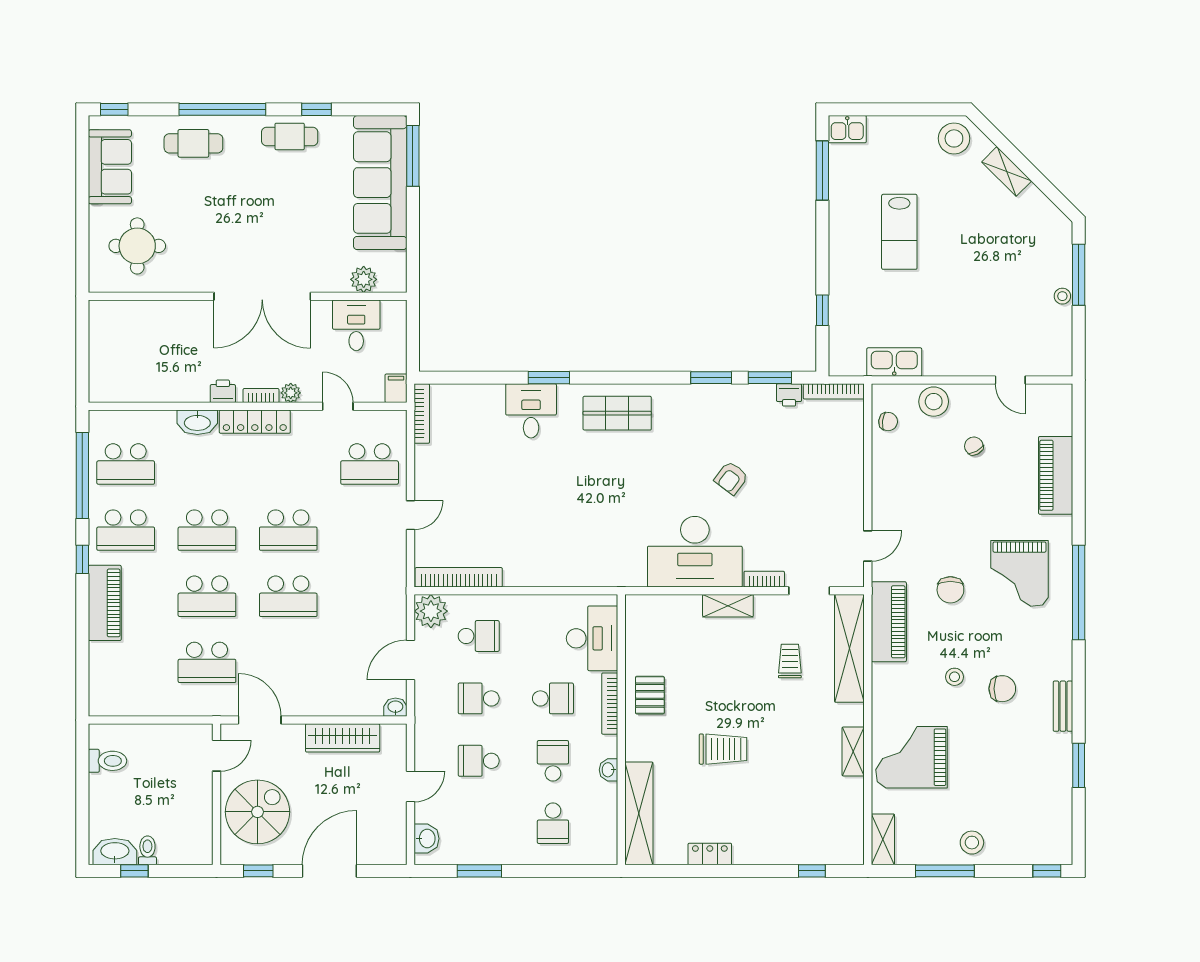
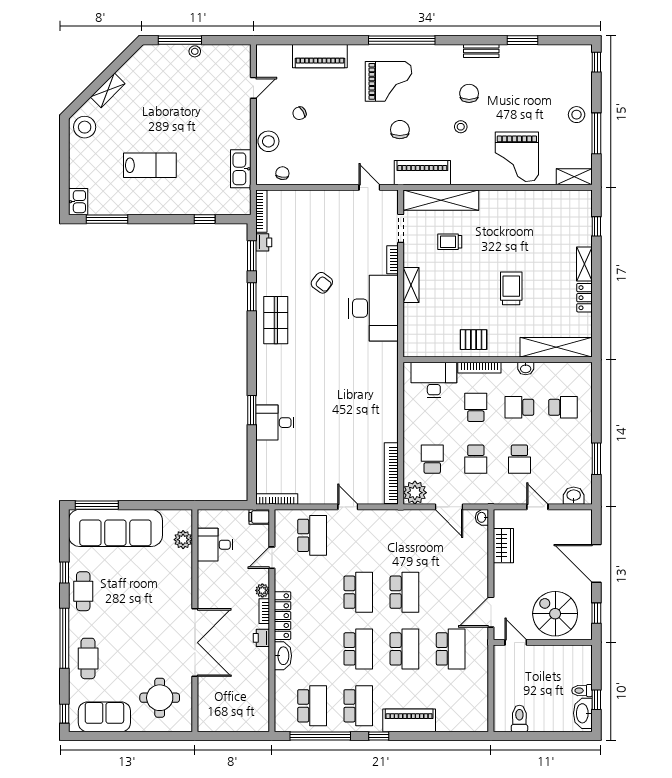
double door: (262, 296) -> (195, 643), moved
shop shelf: (617, 413) -> (276, 320), moved
chair: (950, 590) -> (400, 130), turned -90
wardrobe: (343, 738) -> (503, 546), width x0.67
shelving: (853, 751) -> (584, 264), moved, turned 90

